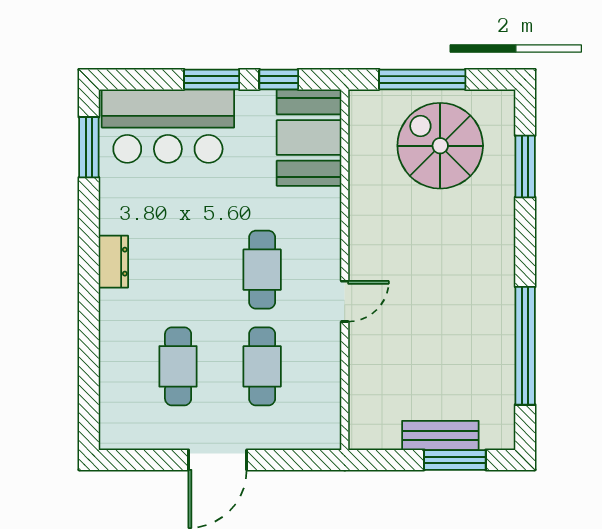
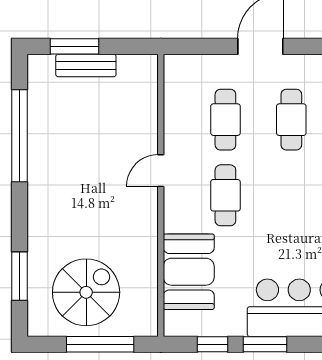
booth: (309, 138) -> (189, 272), moved
spiral stairs: (440, 146) -> (86, 292), turned -90

